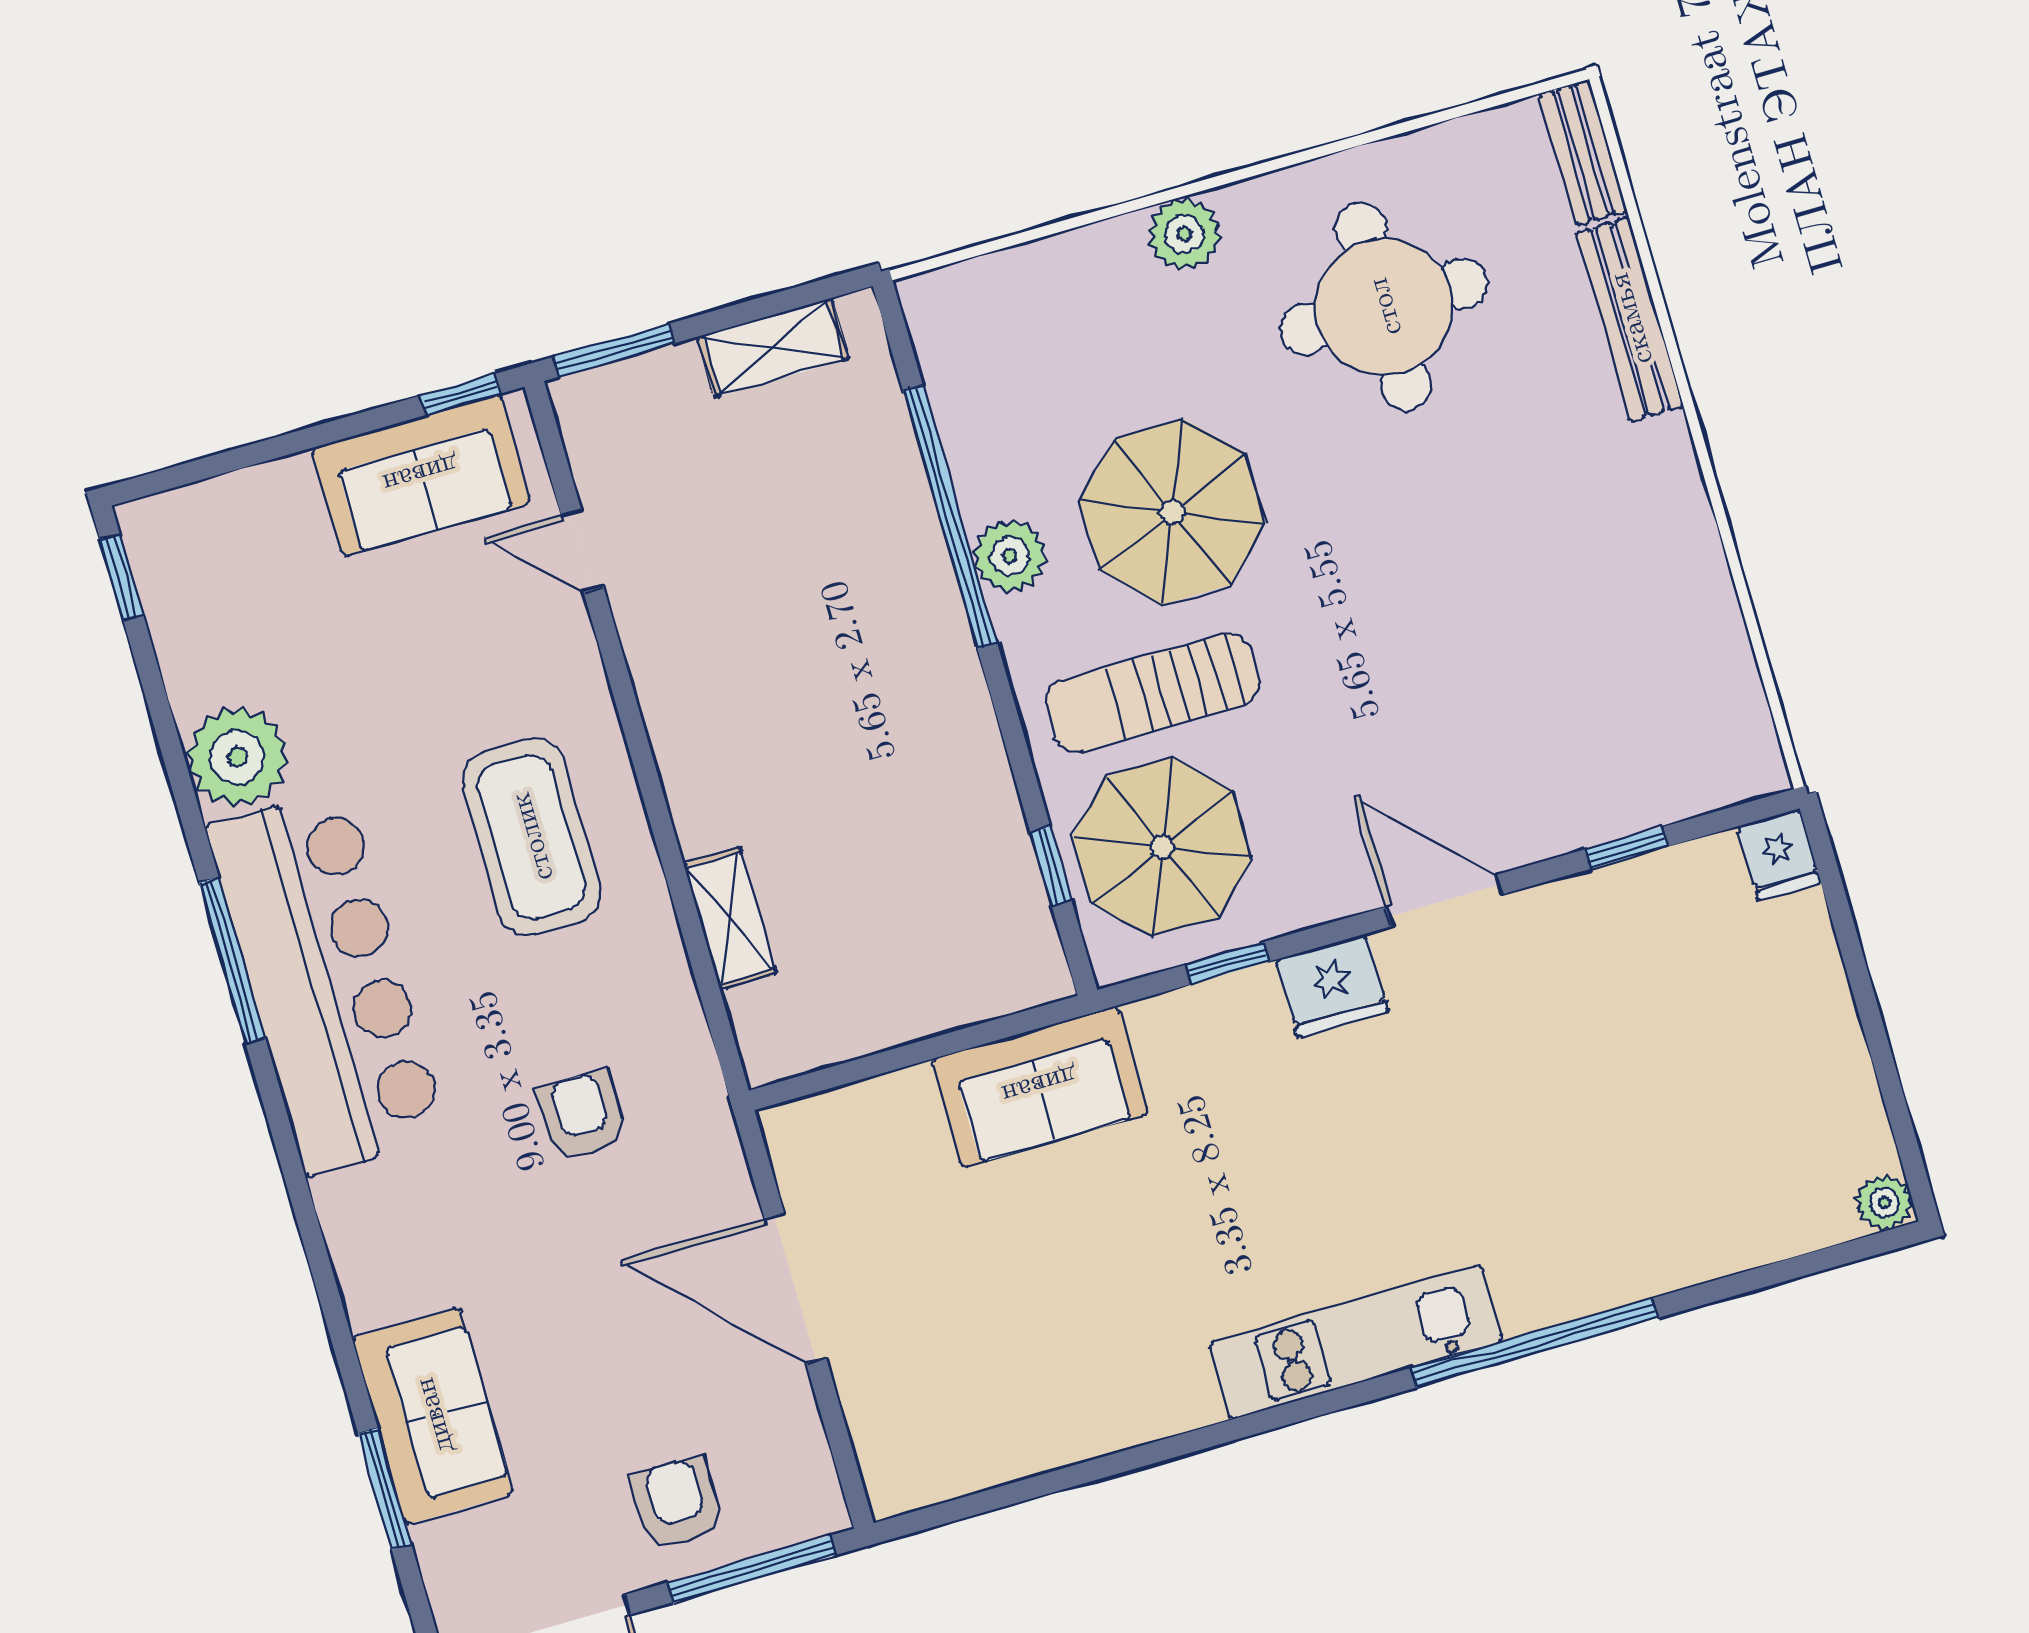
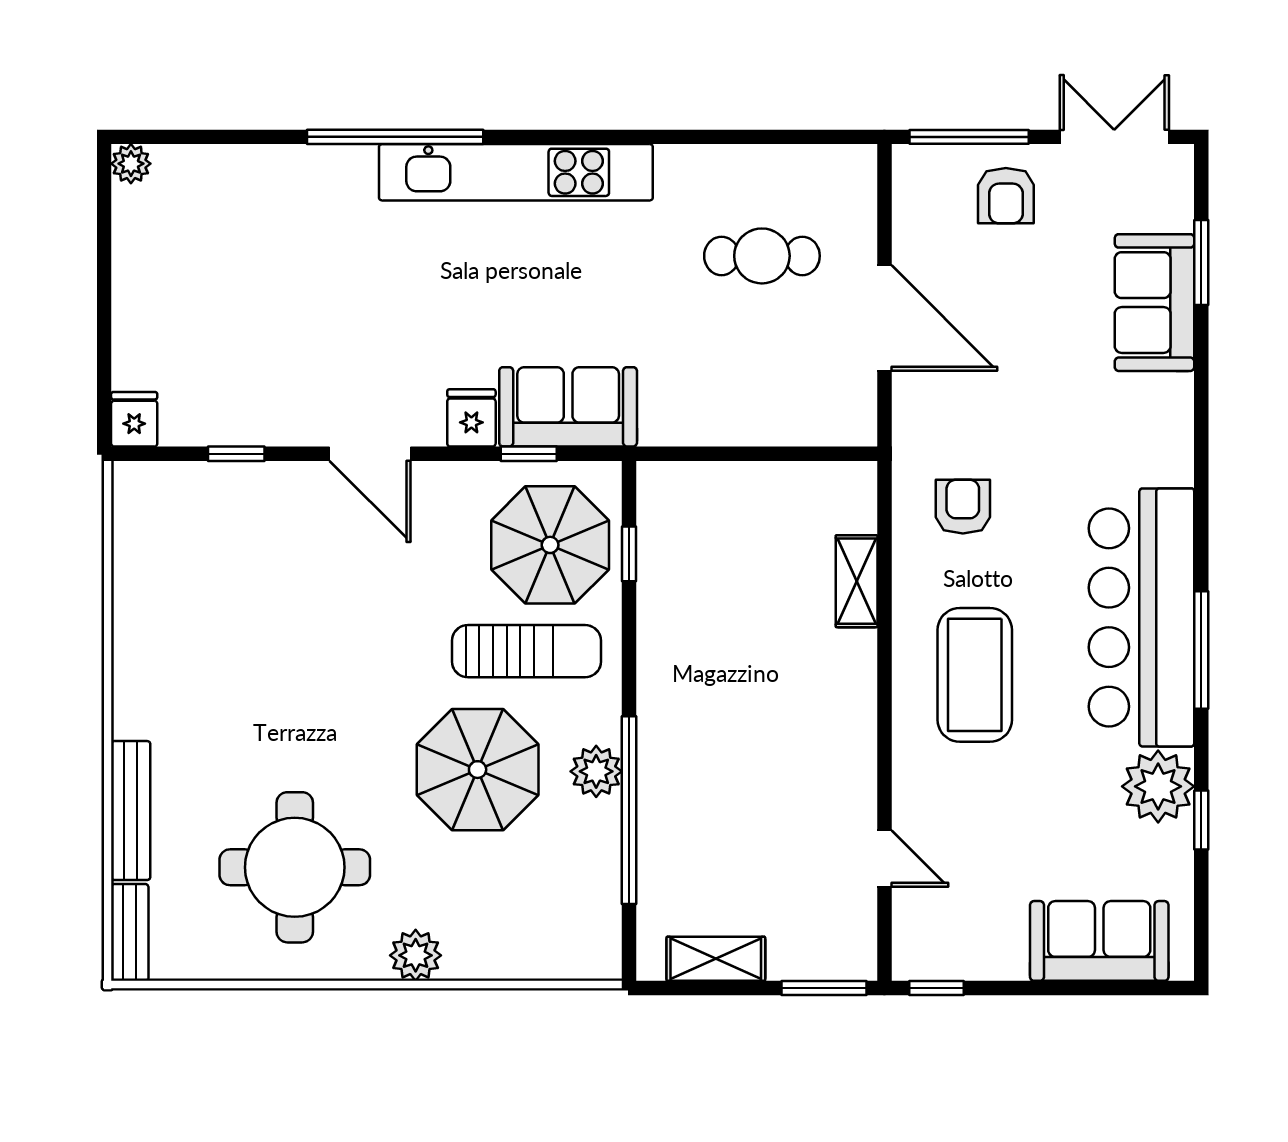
sofa: (421, 475) -> (1099, 941), moved
window: (122, 577) -> (1201, 820), moved
fridge: (1332, 986) -> (471, 418), width x0.72
sofa: (1040, 1086) -> (568, 407), moved
armchair: (582, 1115) -> (963, 507), moved, turned 180
cafe table: (987, 1325) -> (762, 256), added
kitchen unit: (1356, 1342) -> (516, 172), width x1.36

